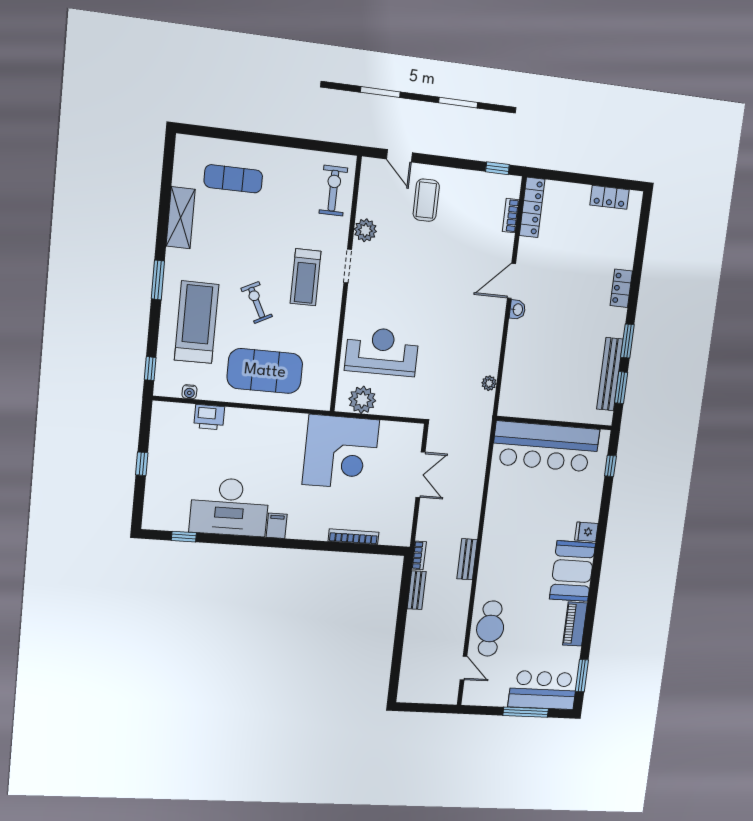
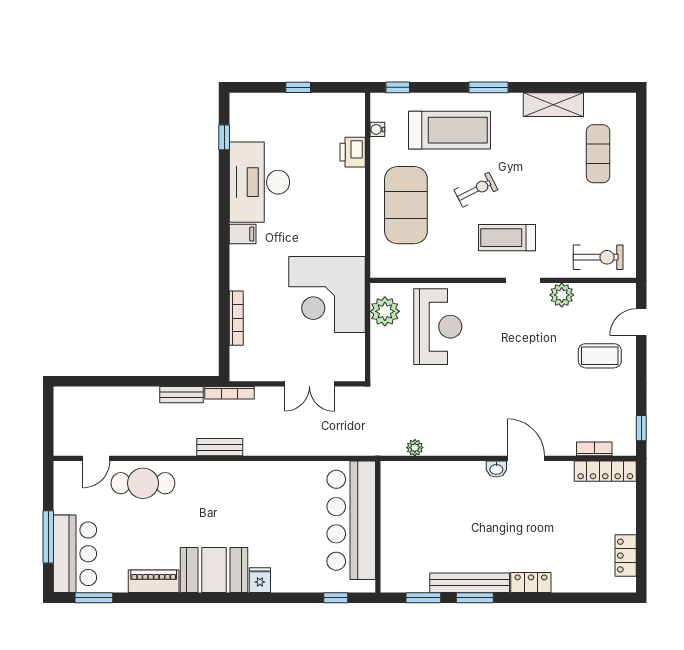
bench: (610, 374) -> (470, 583), moved
bookcase: (419, 555) -> (229, 393), width x1.56

